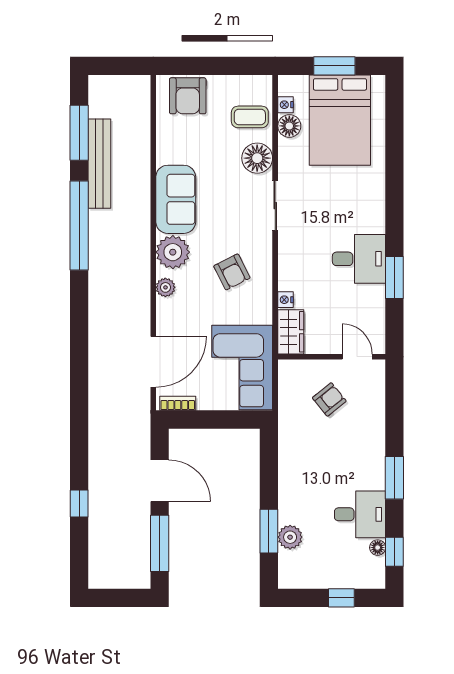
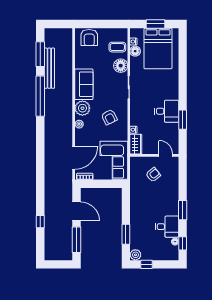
plant: (290, 537) -> (135, 255), moved
window: (341, 598) -> (147, 264), moved

